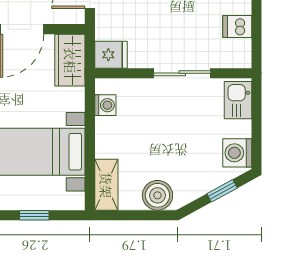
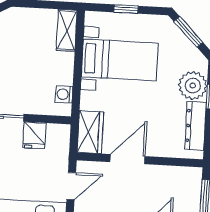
fridge: (111, 55) -> (34, 135), moved, turned -90
boiler: (157, 195) -> (26, 19), removed

